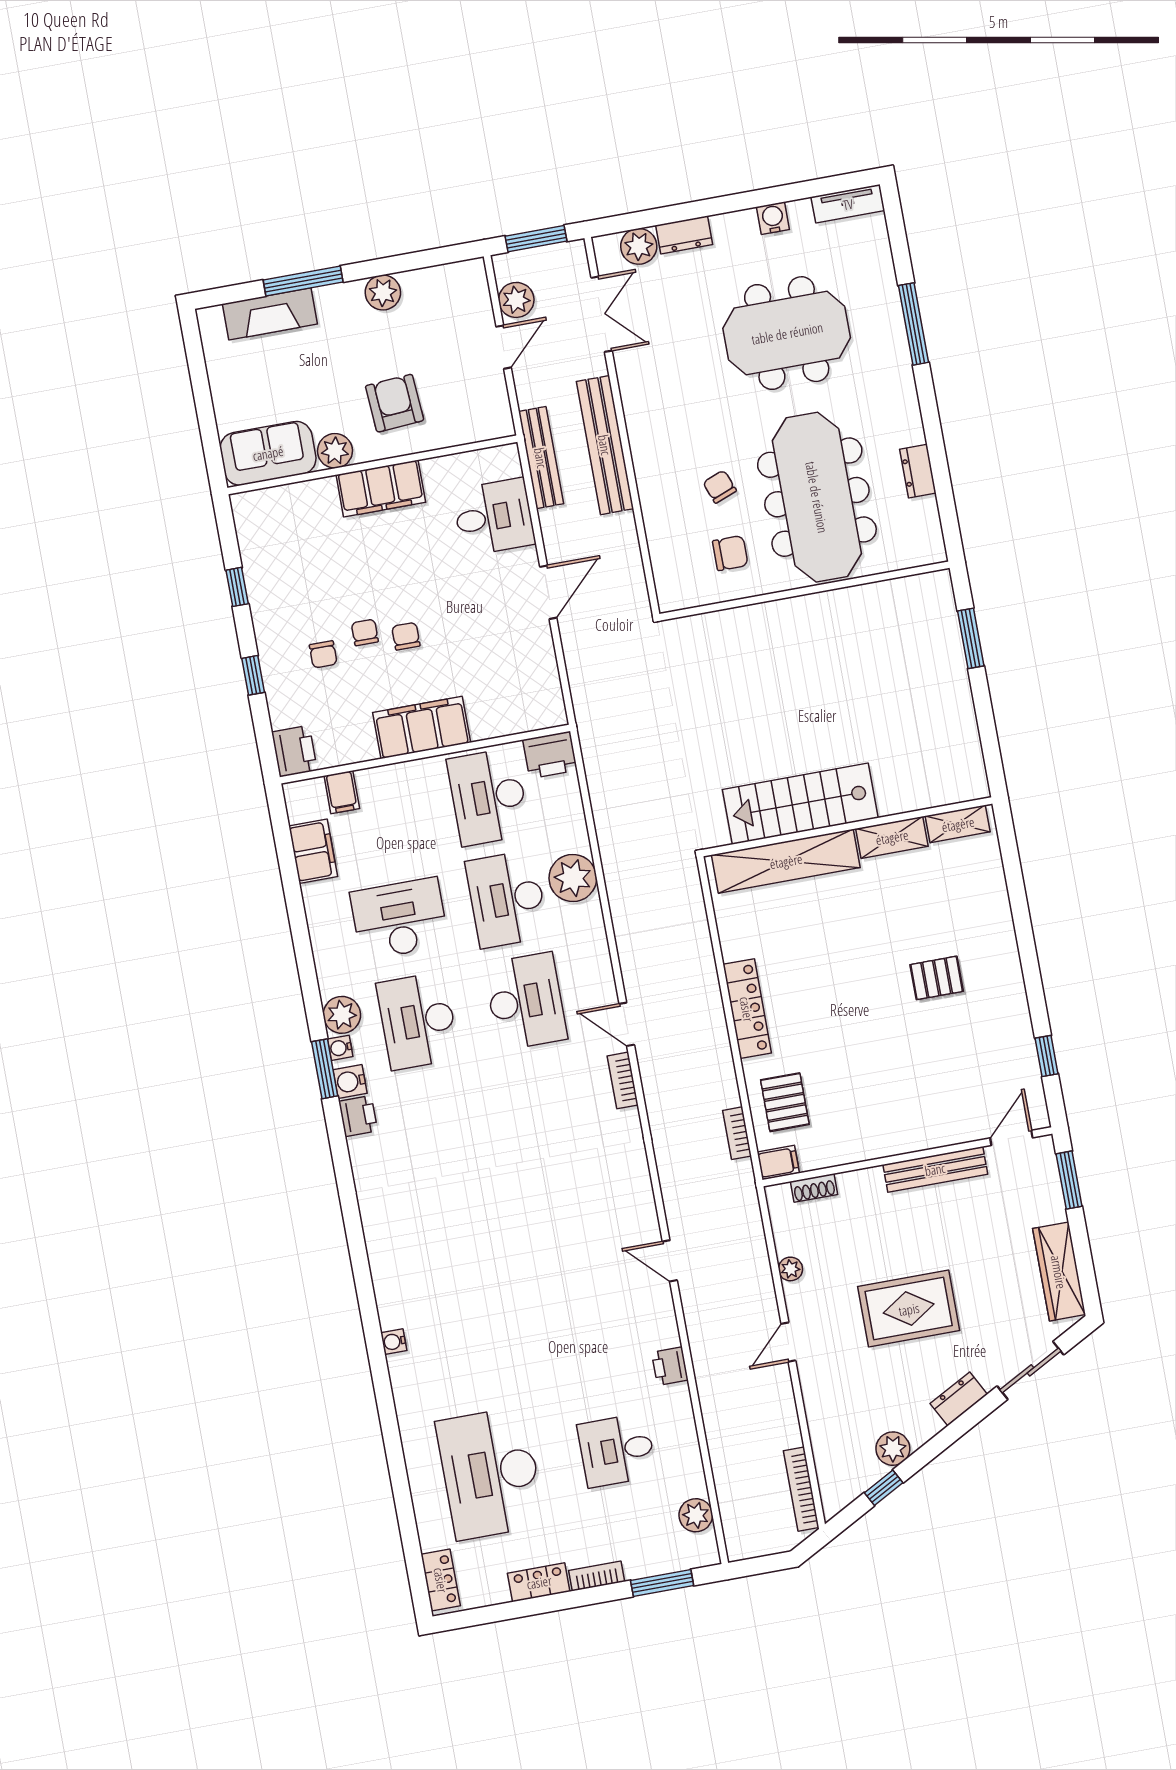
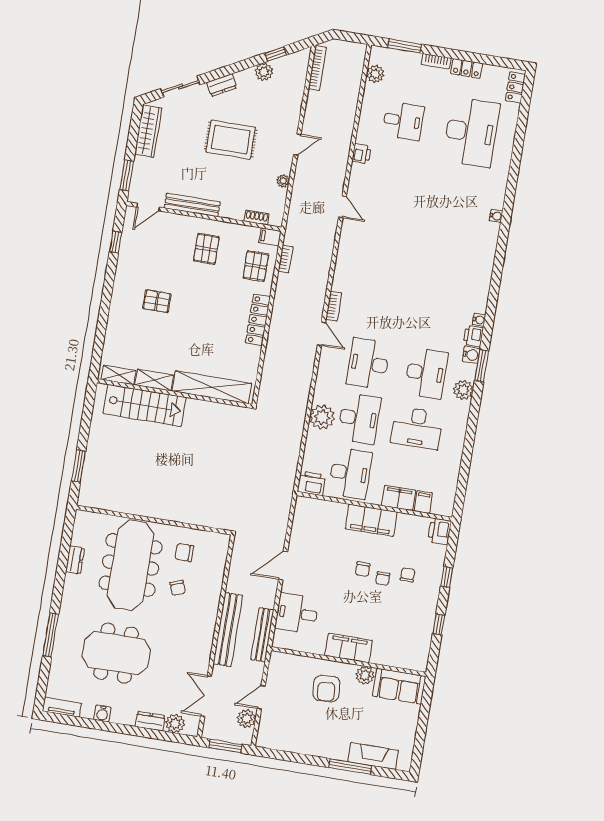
plant: (383, 292) -> (312, 746), removed
stairs: (800, 804) -> (144, 405), moved
filing cabinet: (313, 851) -> (399, 498), moved, turned 90
water cooler: (340, 1048) -> (479, 320), moved
pallet: (883, 1101) -> (206, 249), added

